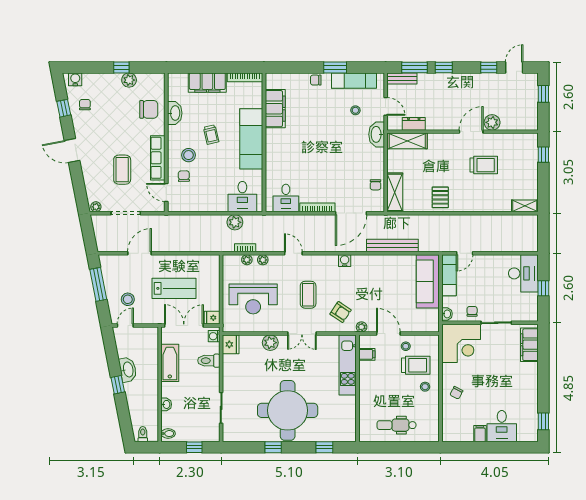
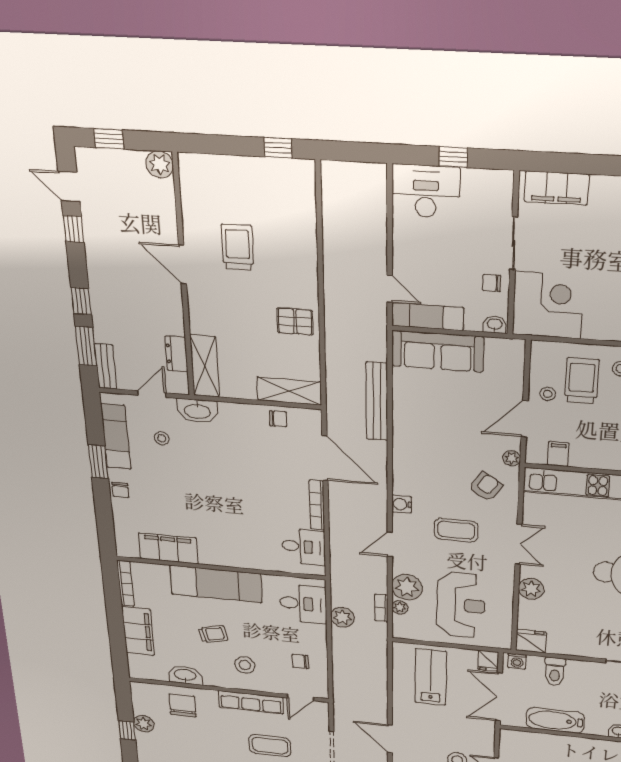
plant: (492, 122) -> (160, 164), moved
window: (543, 155) -> (278, 148), moved
chair: (184, 176) -> (300, 661), moved
shelving: (525, 206) -> (305, 182), removed
plant: (263, 260) -> (407, 587), width x1.88, depth x1.88
water cooler: (345, 261) -> (402, 504), moved
lab bench: (174, 288) -> (431, 677), moved

